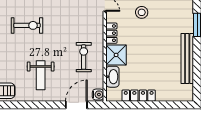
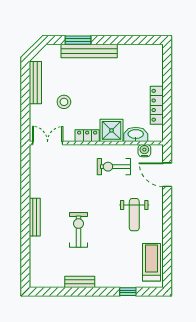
bench: (187, 58) -> (89, 51), moved
weight bench: (41, 75) -> (134, 215), turned 90
water cooler: (98, 95) -> (144, 151), moved

